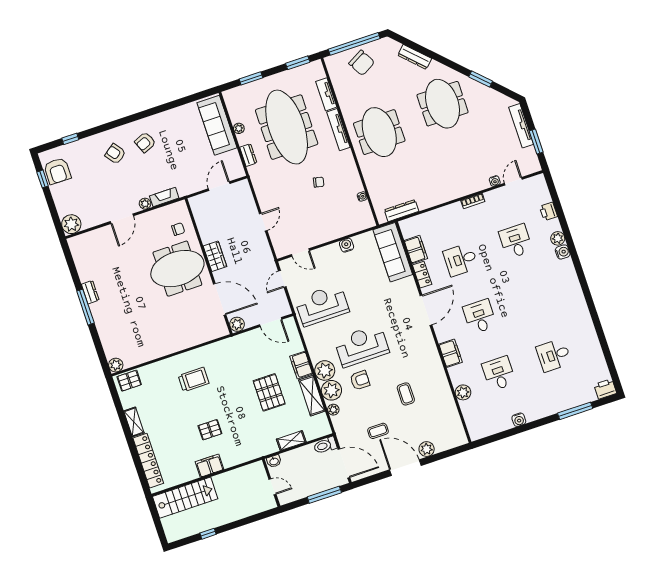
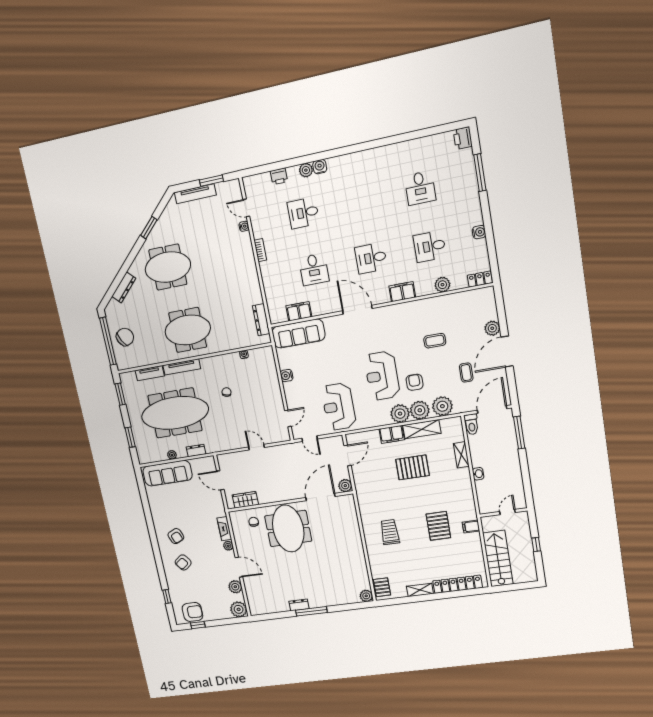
plant: (98, 217) -> (235, 587), added
wardrobe: (215, 256) -> (245, 500), moved
locker: (422, 275) -> (480, 279), moved
plant: (333, 410) -> (442, 406), width x1.88, depth x1.88
pallet: (210, 430) -> (438, 526), width x1.50, depth x1.42
filing cabinet: (209, 466) -> (471, 527), width x0.50
wall: (271, 483) -> (503, 513), moved
door: (272, 487) -> (507, 512), moved

